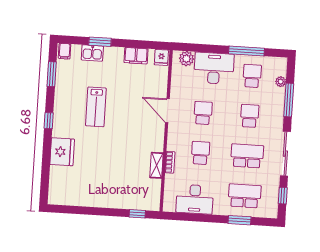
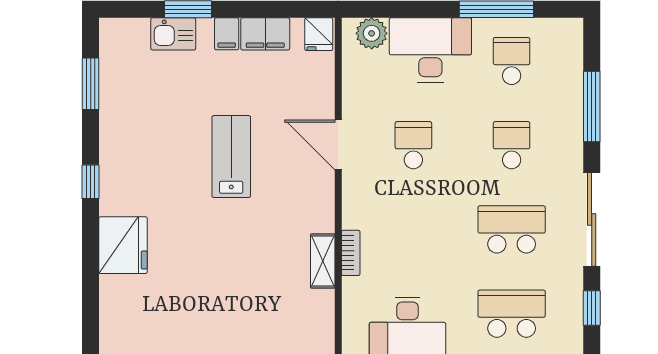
filing cabinet: (65, 51) -> (227, 34), moved
plant: (281, 82) -> (572, 69), removed
lab bench: (96, 107) -> (231, 157), moved, turned 180
school desk: (200, 153) -> (413, 229), removed

